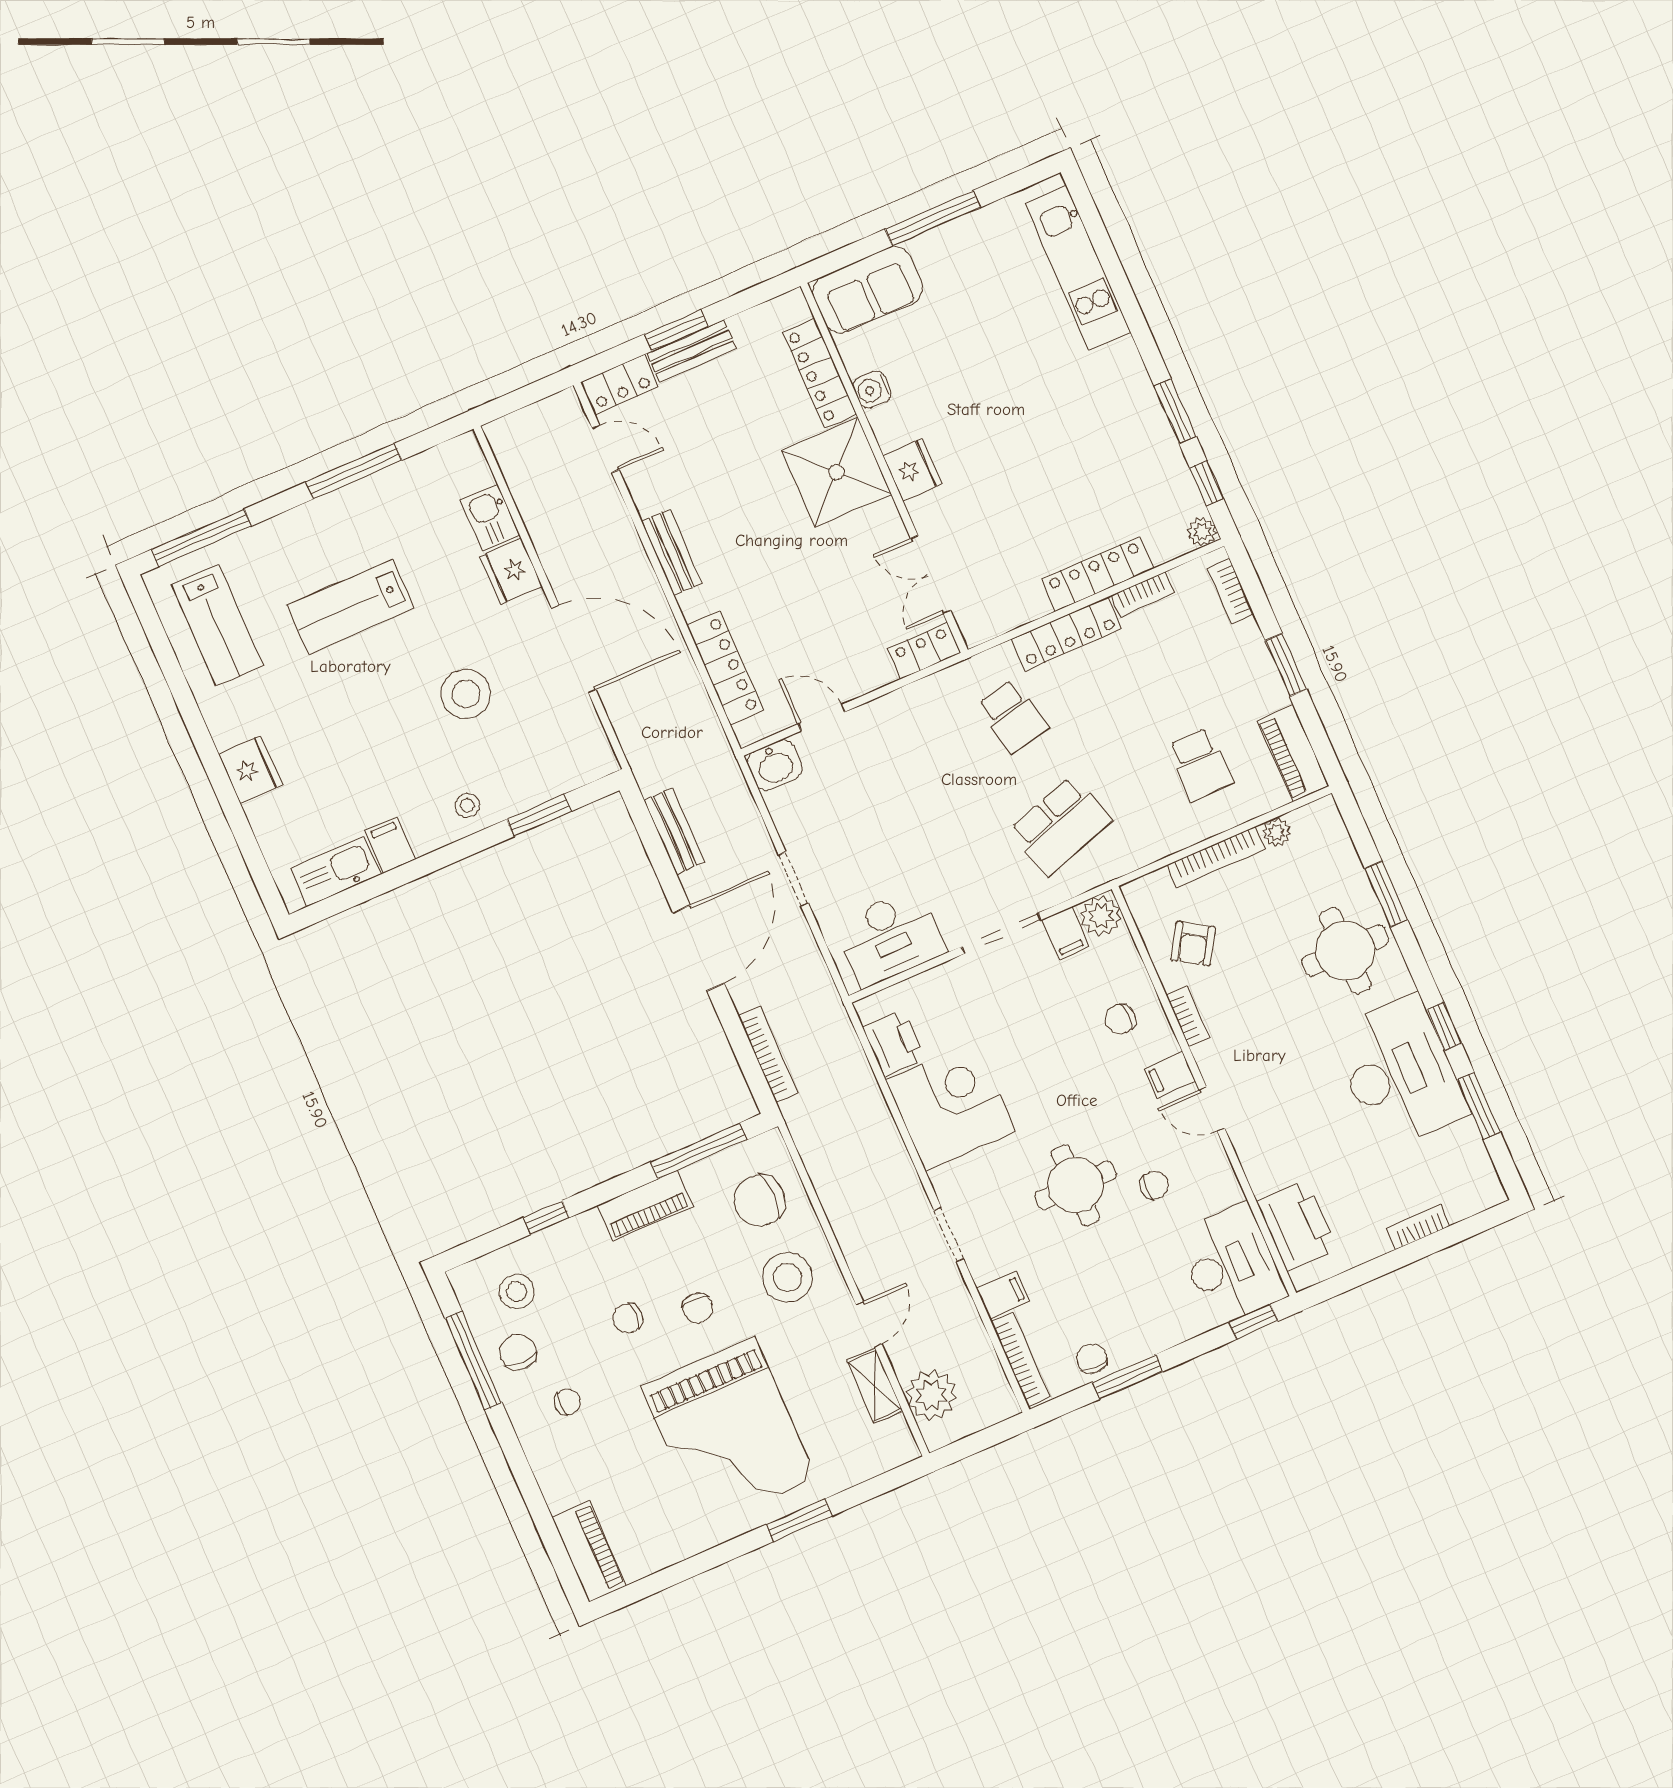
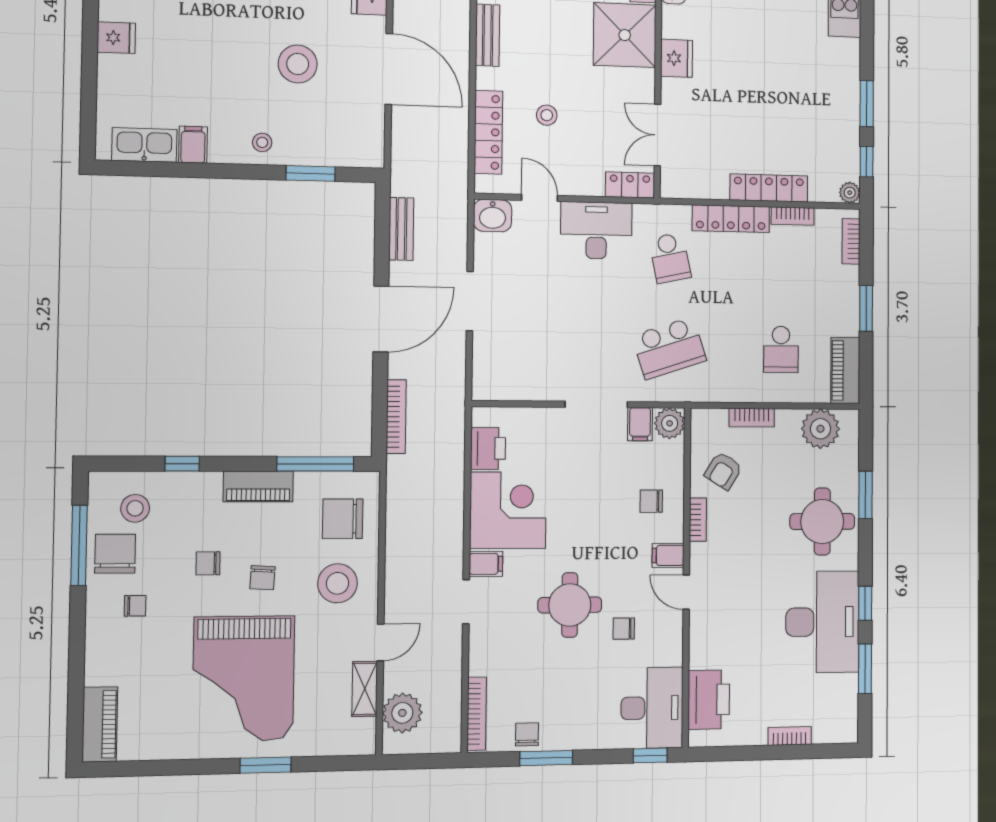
stool: (786, 614) -> (547, 115), added
fridge: (250, 769) -> (116, 38), width x0.72
plant: (1277, 832) -> (820, 429), width x1.88, depth x1.88
bookcase: (1216, 857) -> (752, 418), width x0.64
doorway: (794, 879) -> (470, 301), width x1.38
desk: (890, 937) -> (596, 230), moved, turned 180
chair: (1154, 1185) -> (624, 629), turned 180
filing cabinet: (1003, 1295) -> (486, 564), moved
chair: (518, 1352) -> (115, 554), width x1.37, depth x1.37

